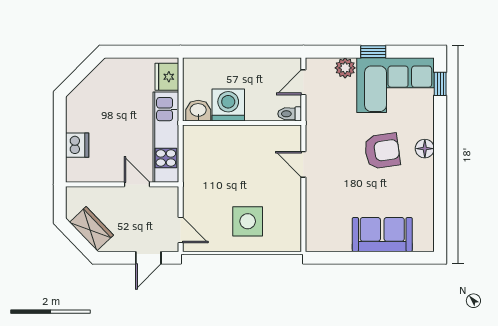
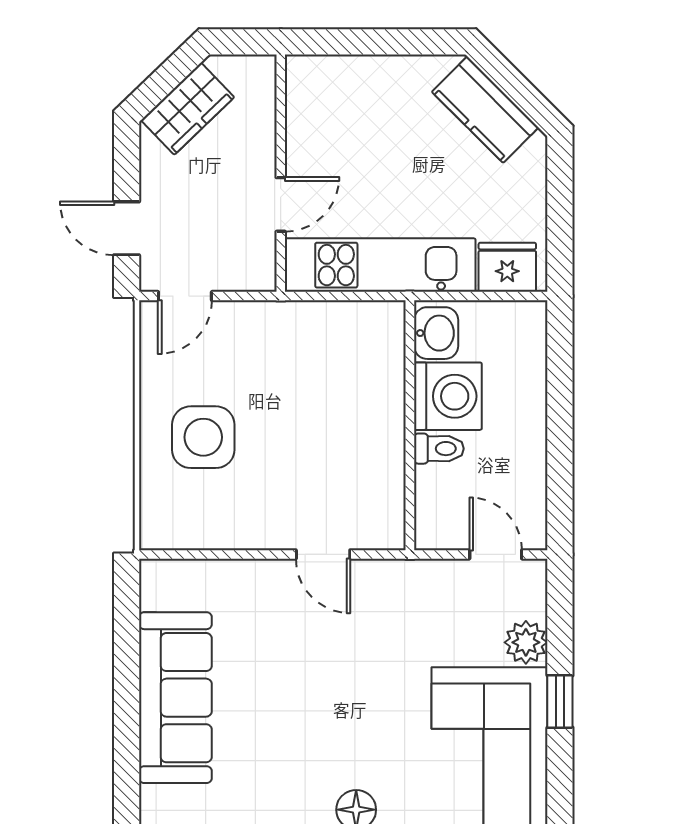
kitchen counter: (92, 87) -> (485, 110), added
toilet: (290, 114) -> (439, 449), moved, turned 90
dishwasher: (77, 145) -> (363, 79), removed
armchair: (382, 151) -> (351, 720), removed
door: (303, 164) -> (323, 554), swing flipped
sofa: (382, 235) -> (175, 698), width x1.36

